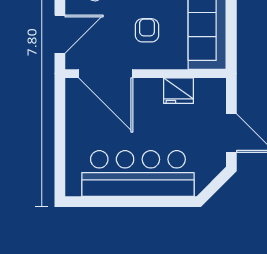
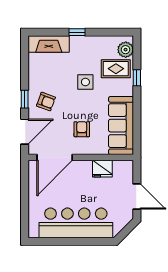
door: (106, 74) -> (55, 157), hinge flipped

